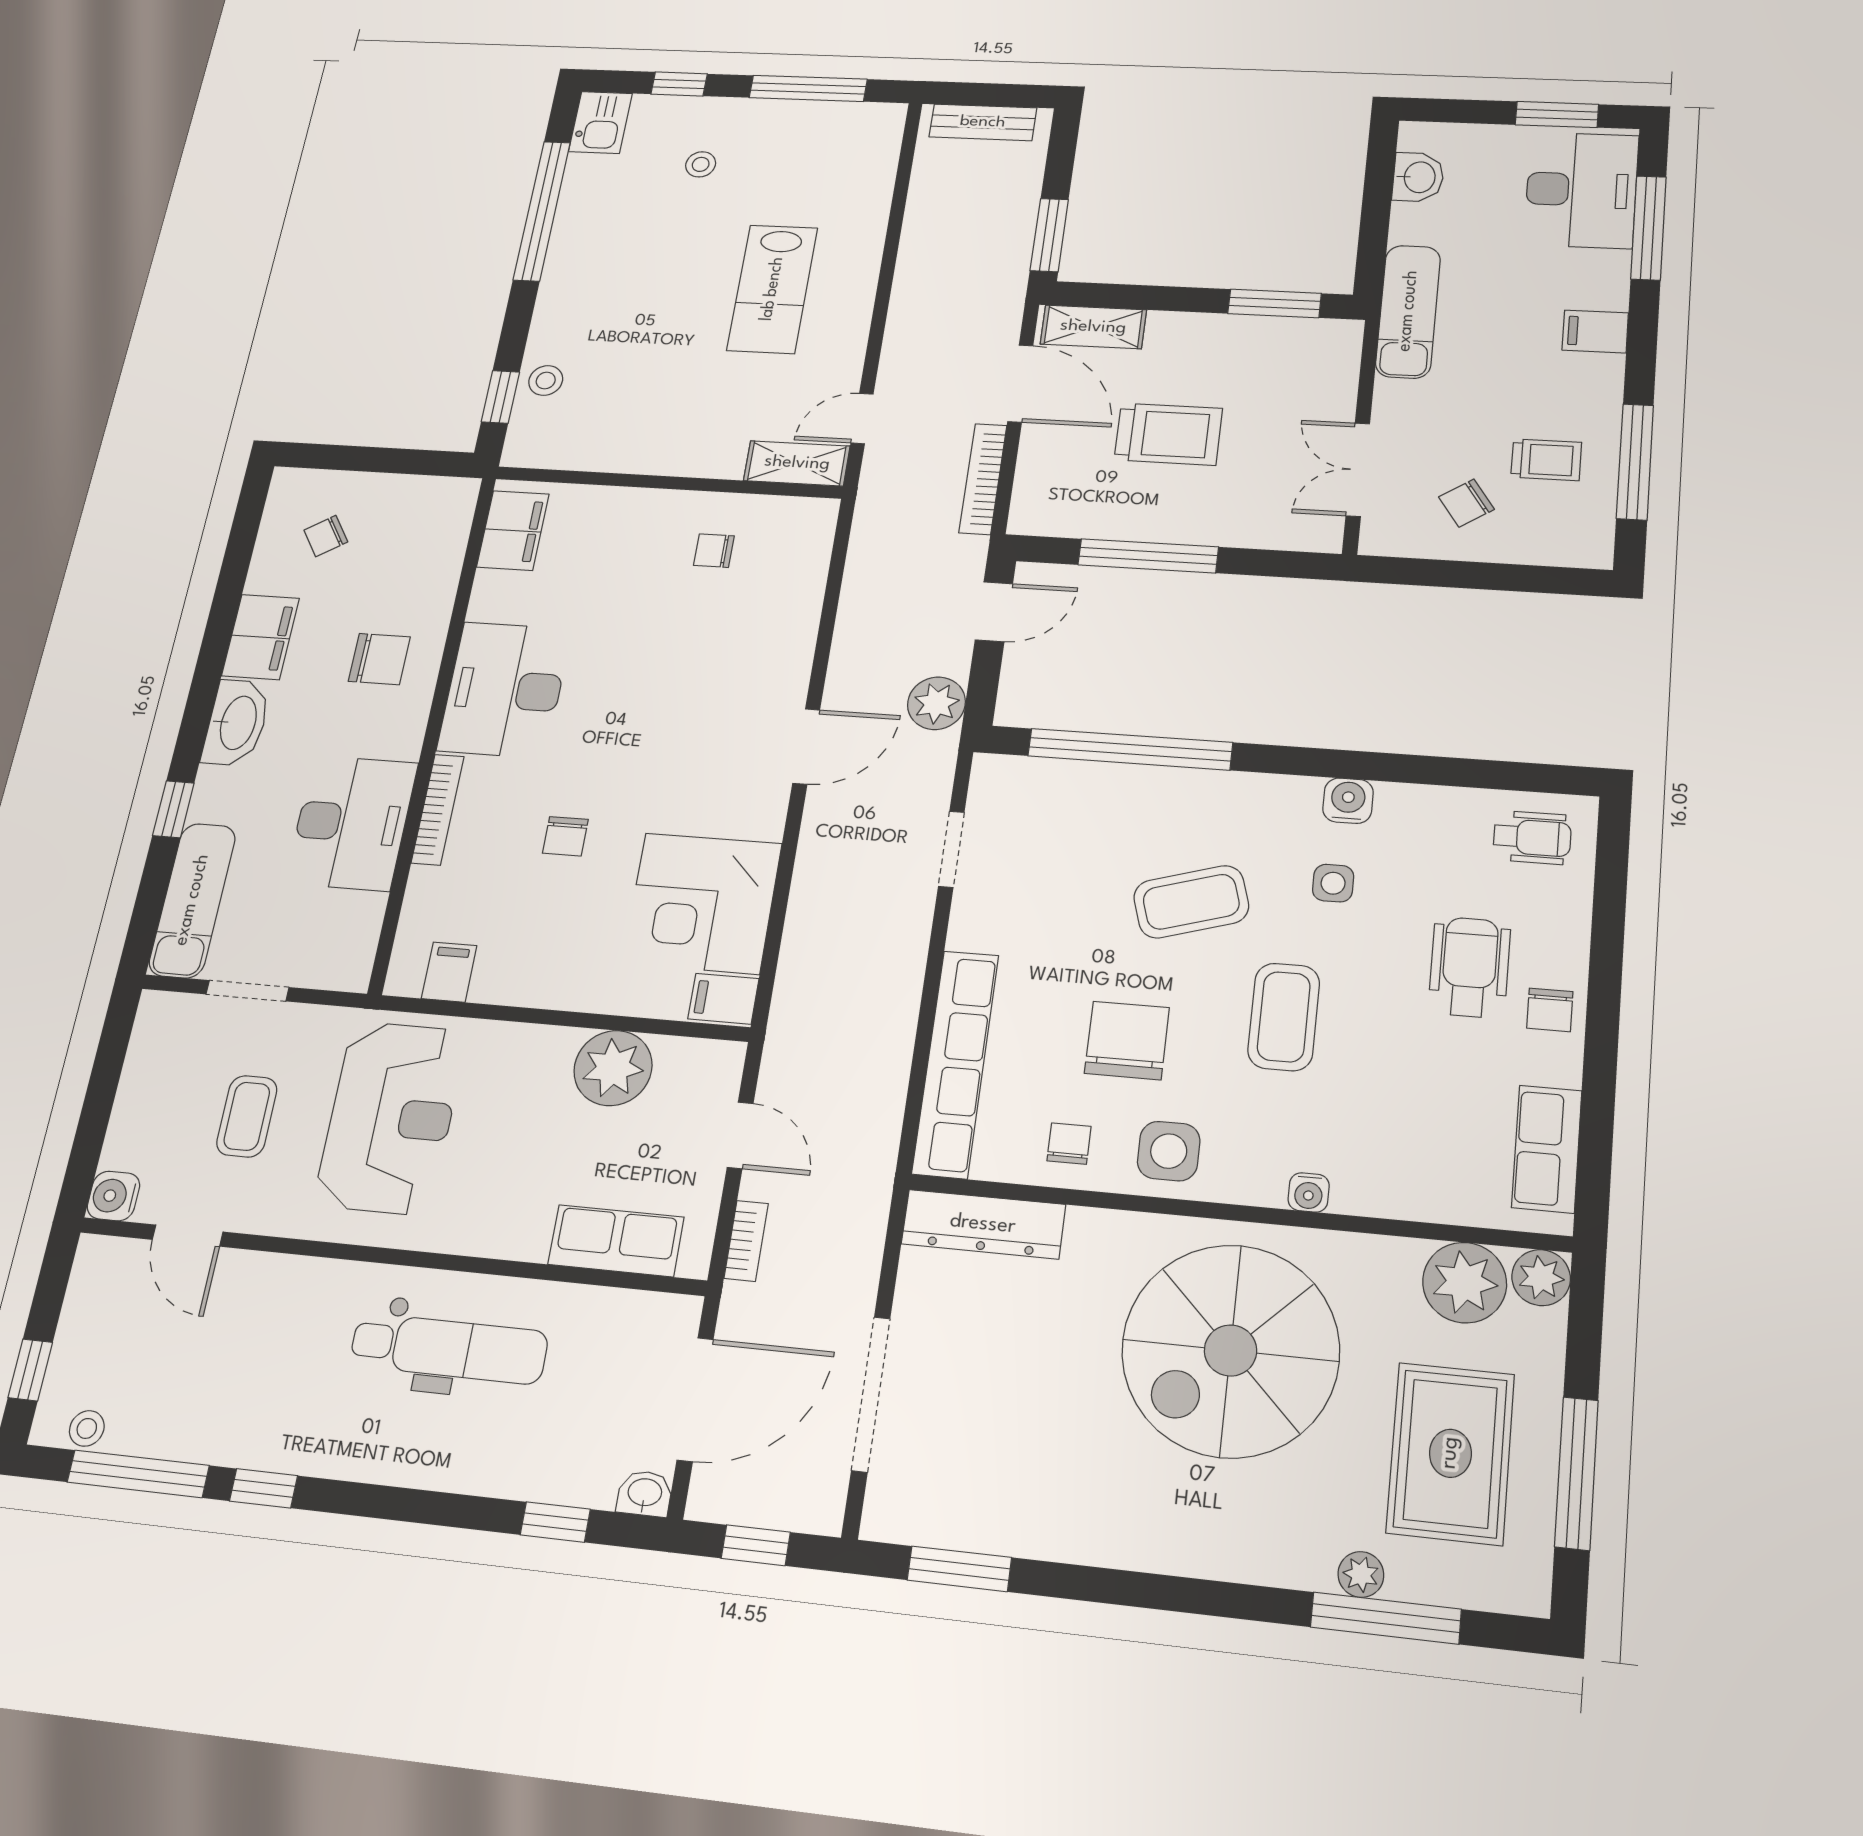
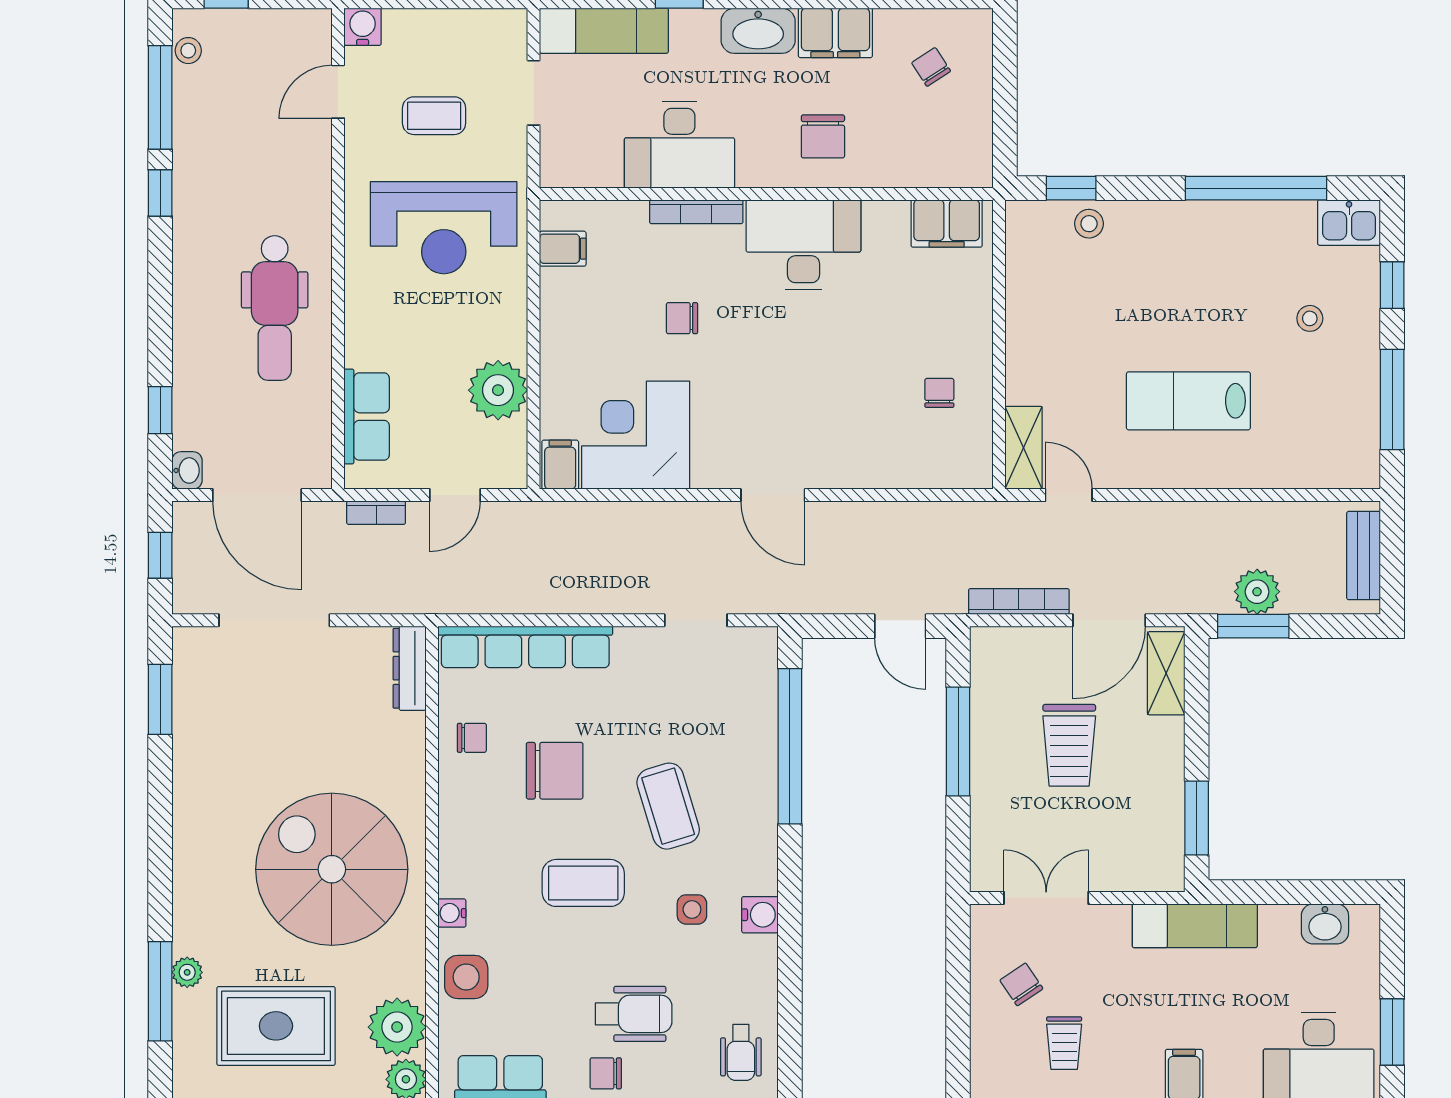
plant: (936, 703) -> (1257, 592), moved
side table: (1169, 1151) -> (466, 977), moved
dresser: (983, 1224) -> (410, 668), width x0.73, depth x0.80

